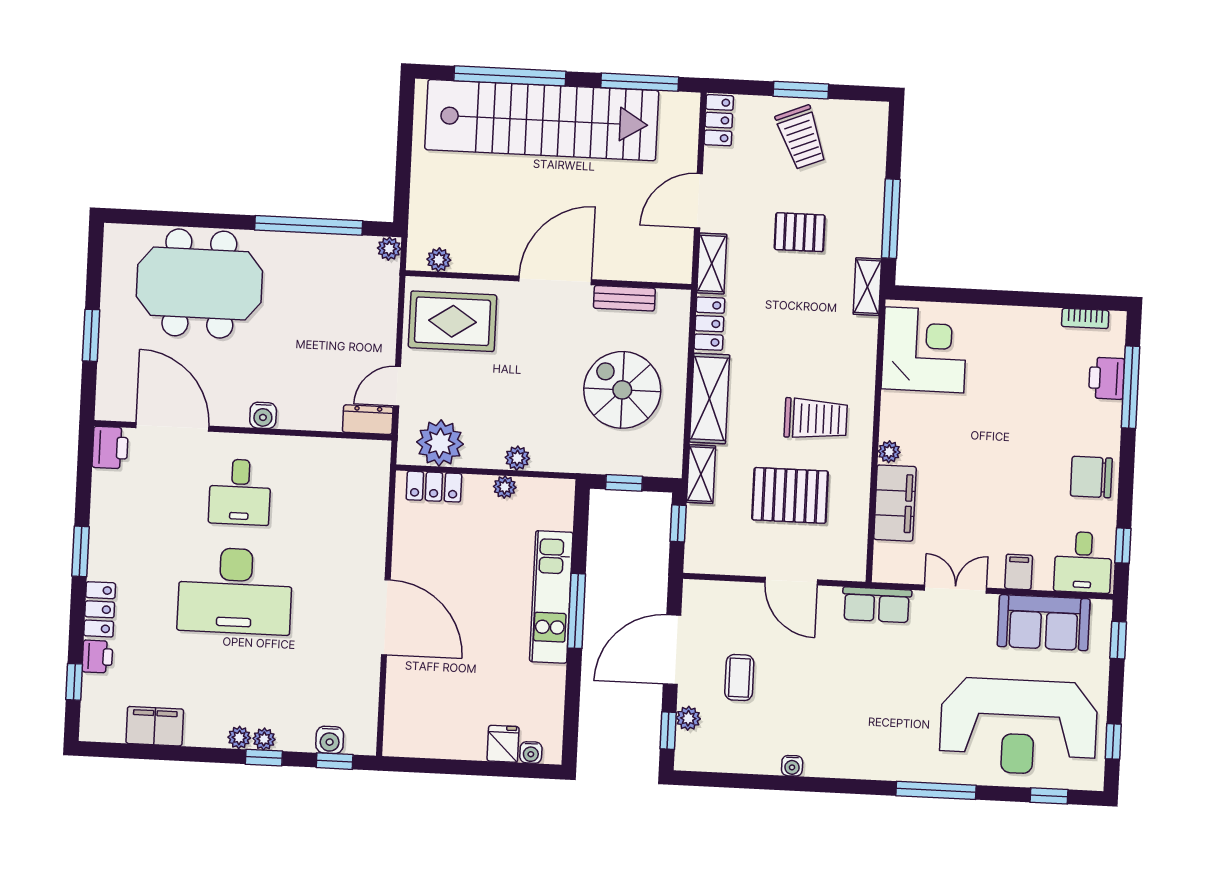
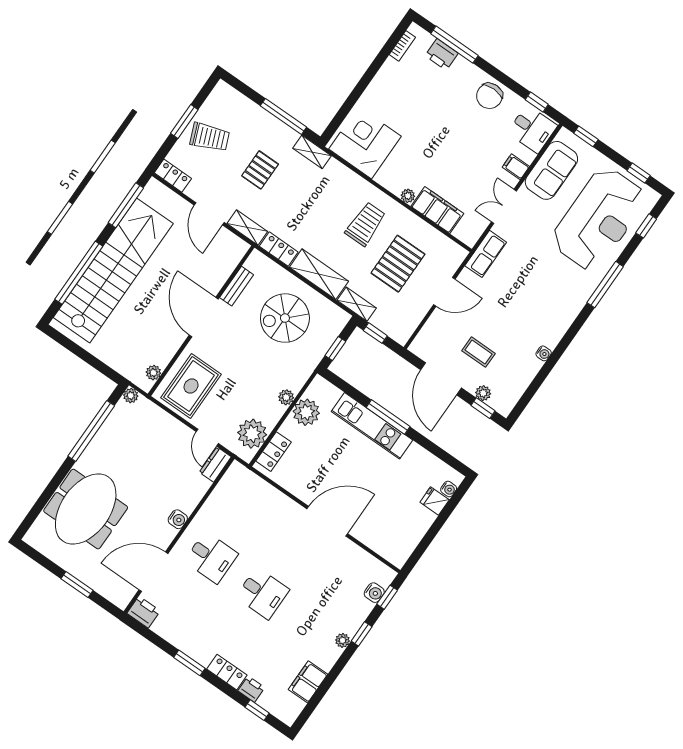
plant: (505, 487) -> (306, 412), width x1.88, depth x1.88
desk: (235, 591) -> (262, 593), width x0.53, depth x0.77
plant: (264, 739) -> (352, 628), removed

